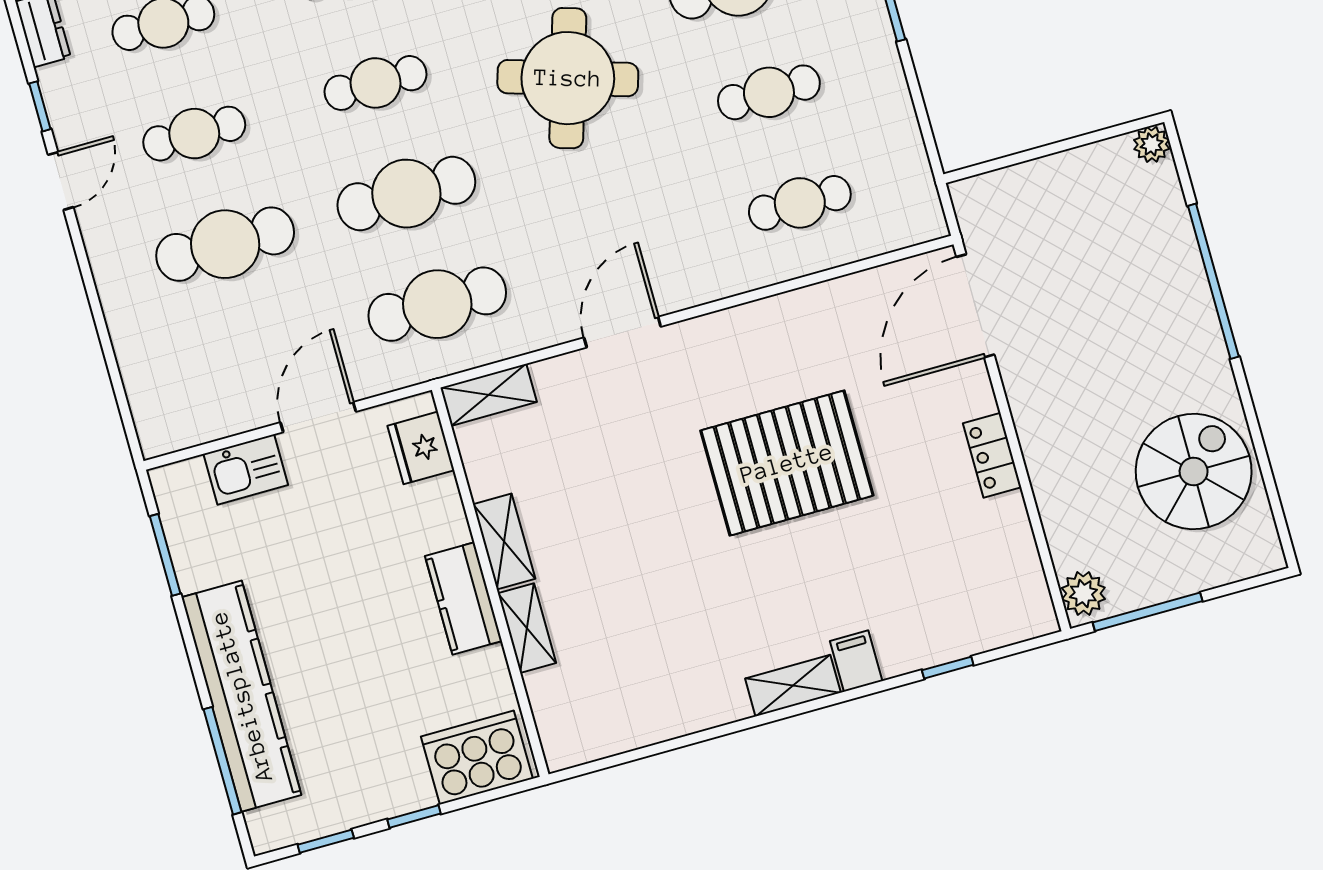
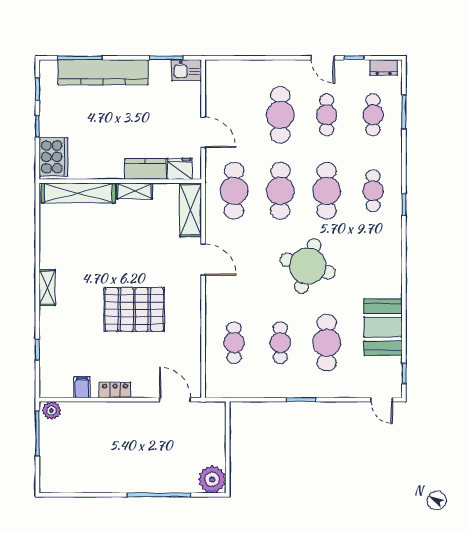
cafe table: (376, 83) -> (327, 191), width x1.37, depth x1.35
plant: (1152, 144) -> (212, 479), width x1.88, depth x1.88
door: (975, 306) -> (175, 400), width x0.73
shelving: (489, 395) -> (191, 210), width x1.50, depth x1.33
pallet: (787, 463) -> (134, 309), turned 90
kitchen sink: (246, 469) -> (187, 70), moved, turned -90
spiral stairs: (1194, 471) -> (87, 467), removed
kitchen counter: (464, 598) -> (145, 169), moved
shelving: (527, 628) -> (78, 193), width x2.20, depth x1.33
filing cabinet: (856, 661) -> (82, 387), moved, turned -90

